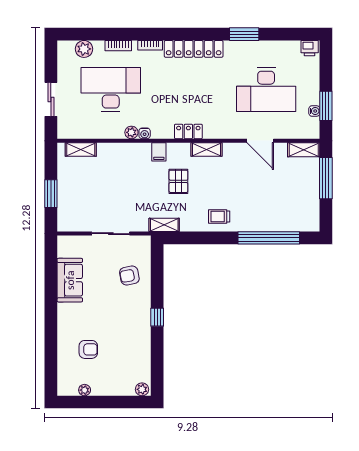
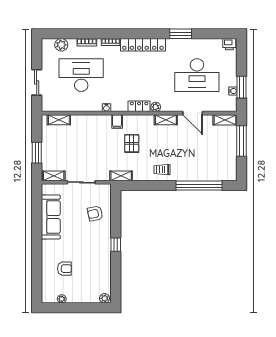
plant: (131, 132) -> (156, 107), moved
shelving: (207, 149) -> (166, 120), moved
shelving: (74, 225) -> (54, 176), added
sofa: (70, 280) -> (51, 217), width x1.36

